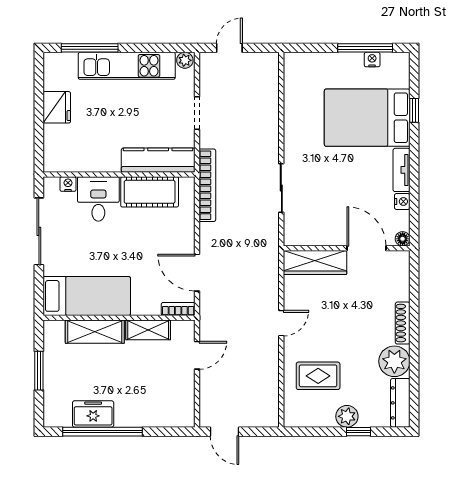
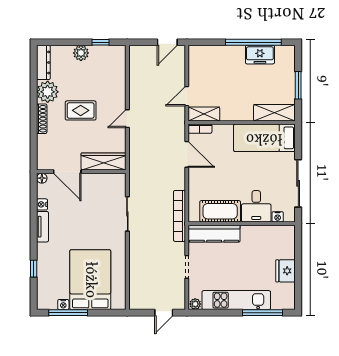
bed: (367, 118) -> (90, 280), moved, turned -90
shelving: (148, 330) -> (204, 114), moved
shelving: (95, 332) -> (274, 113), moved
rug: (318, 376) -> (81, 110), moved
door: (224, 432) -> (167, 42), swing flipped
window: (359, 432) -> (101, 42), moved

